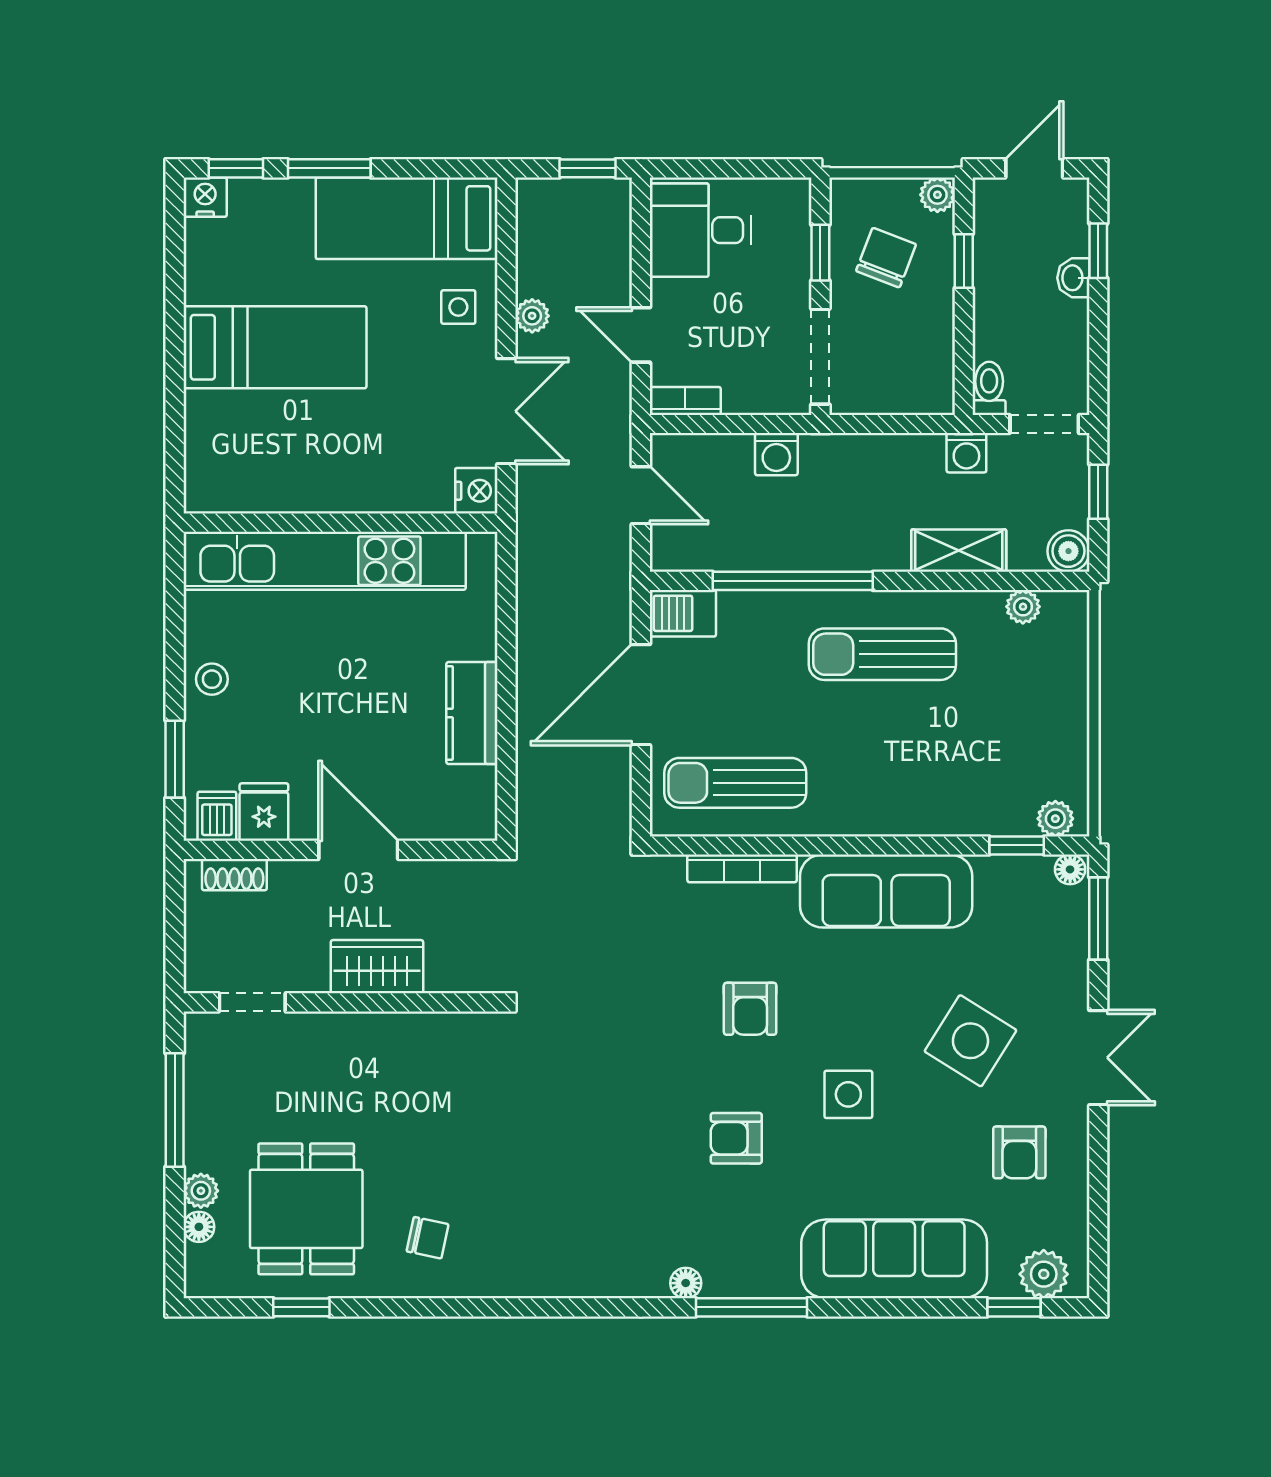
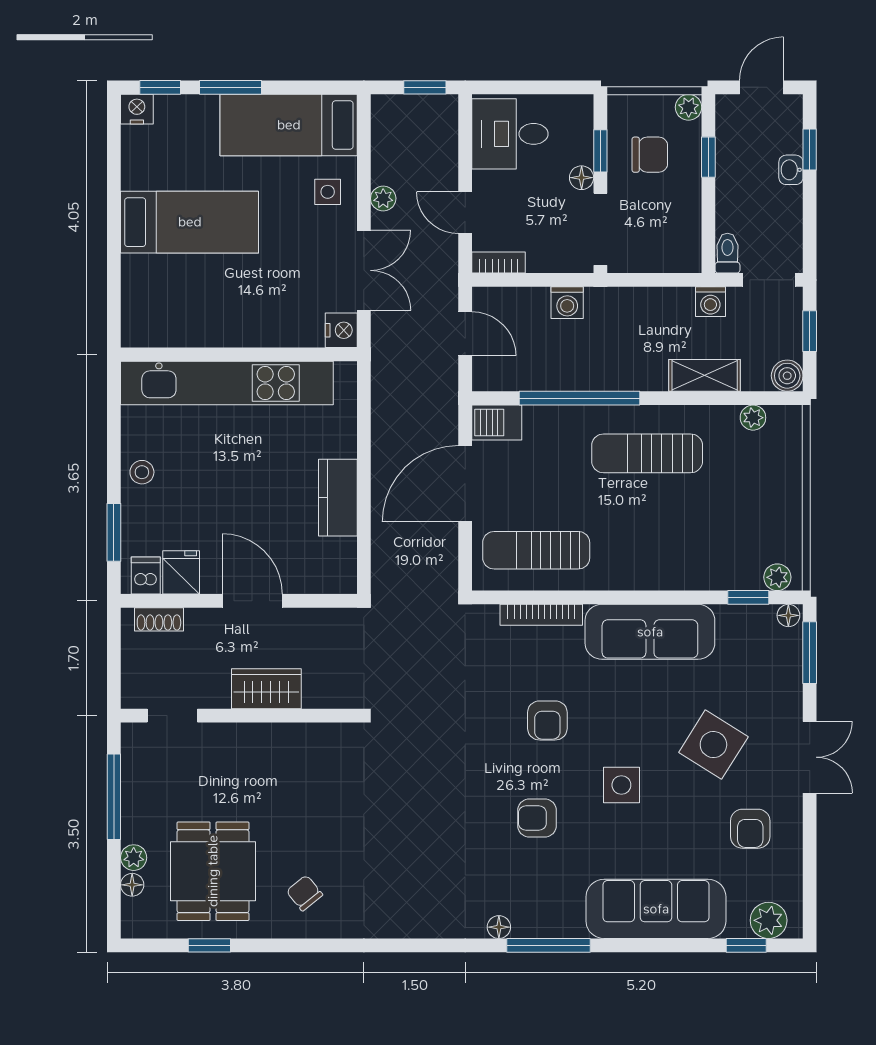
chair: (886, 258) -> (650, 155), turned 69
floor lamp: (795, 288) -> (582, 178), added
chair: (428, 1238) -> (304, 893), turned -141

